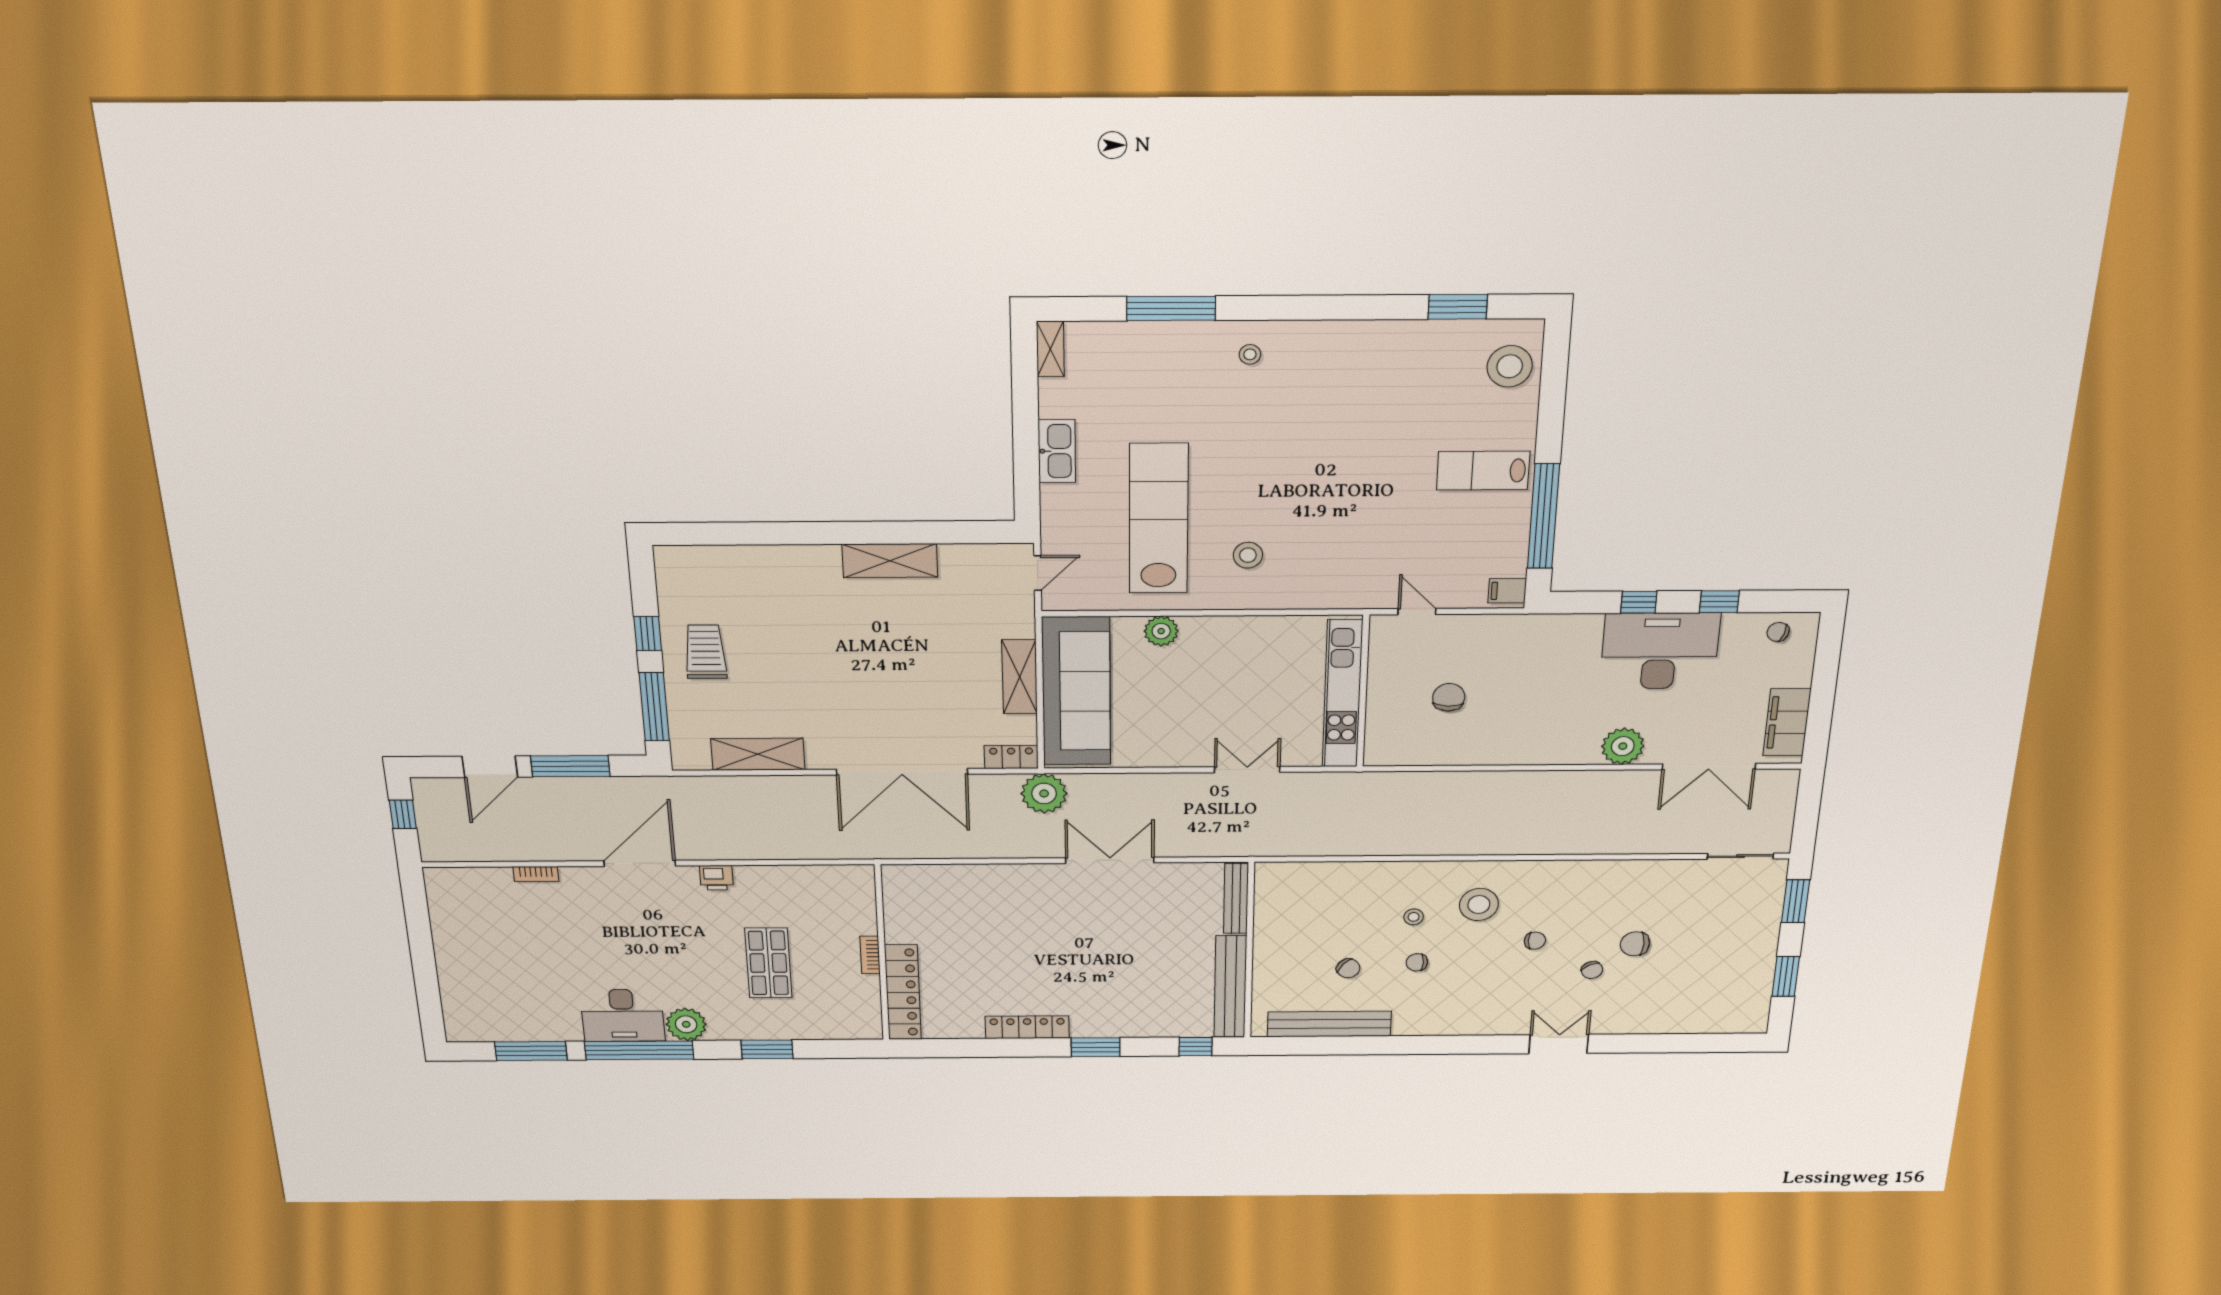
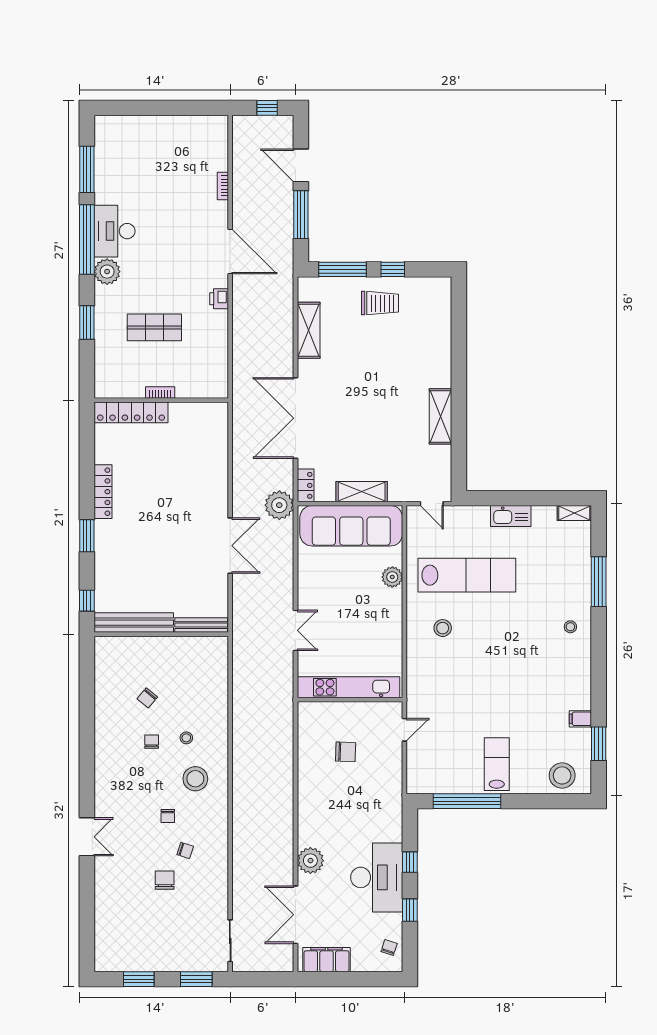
filing cabinet: (1507, 591) -> (580, 719), moved, turned -90
chair: (1592, 970) -> (185, 850), moved, turned -135
bench: (1329, 1024) -> (104, 687), removed

